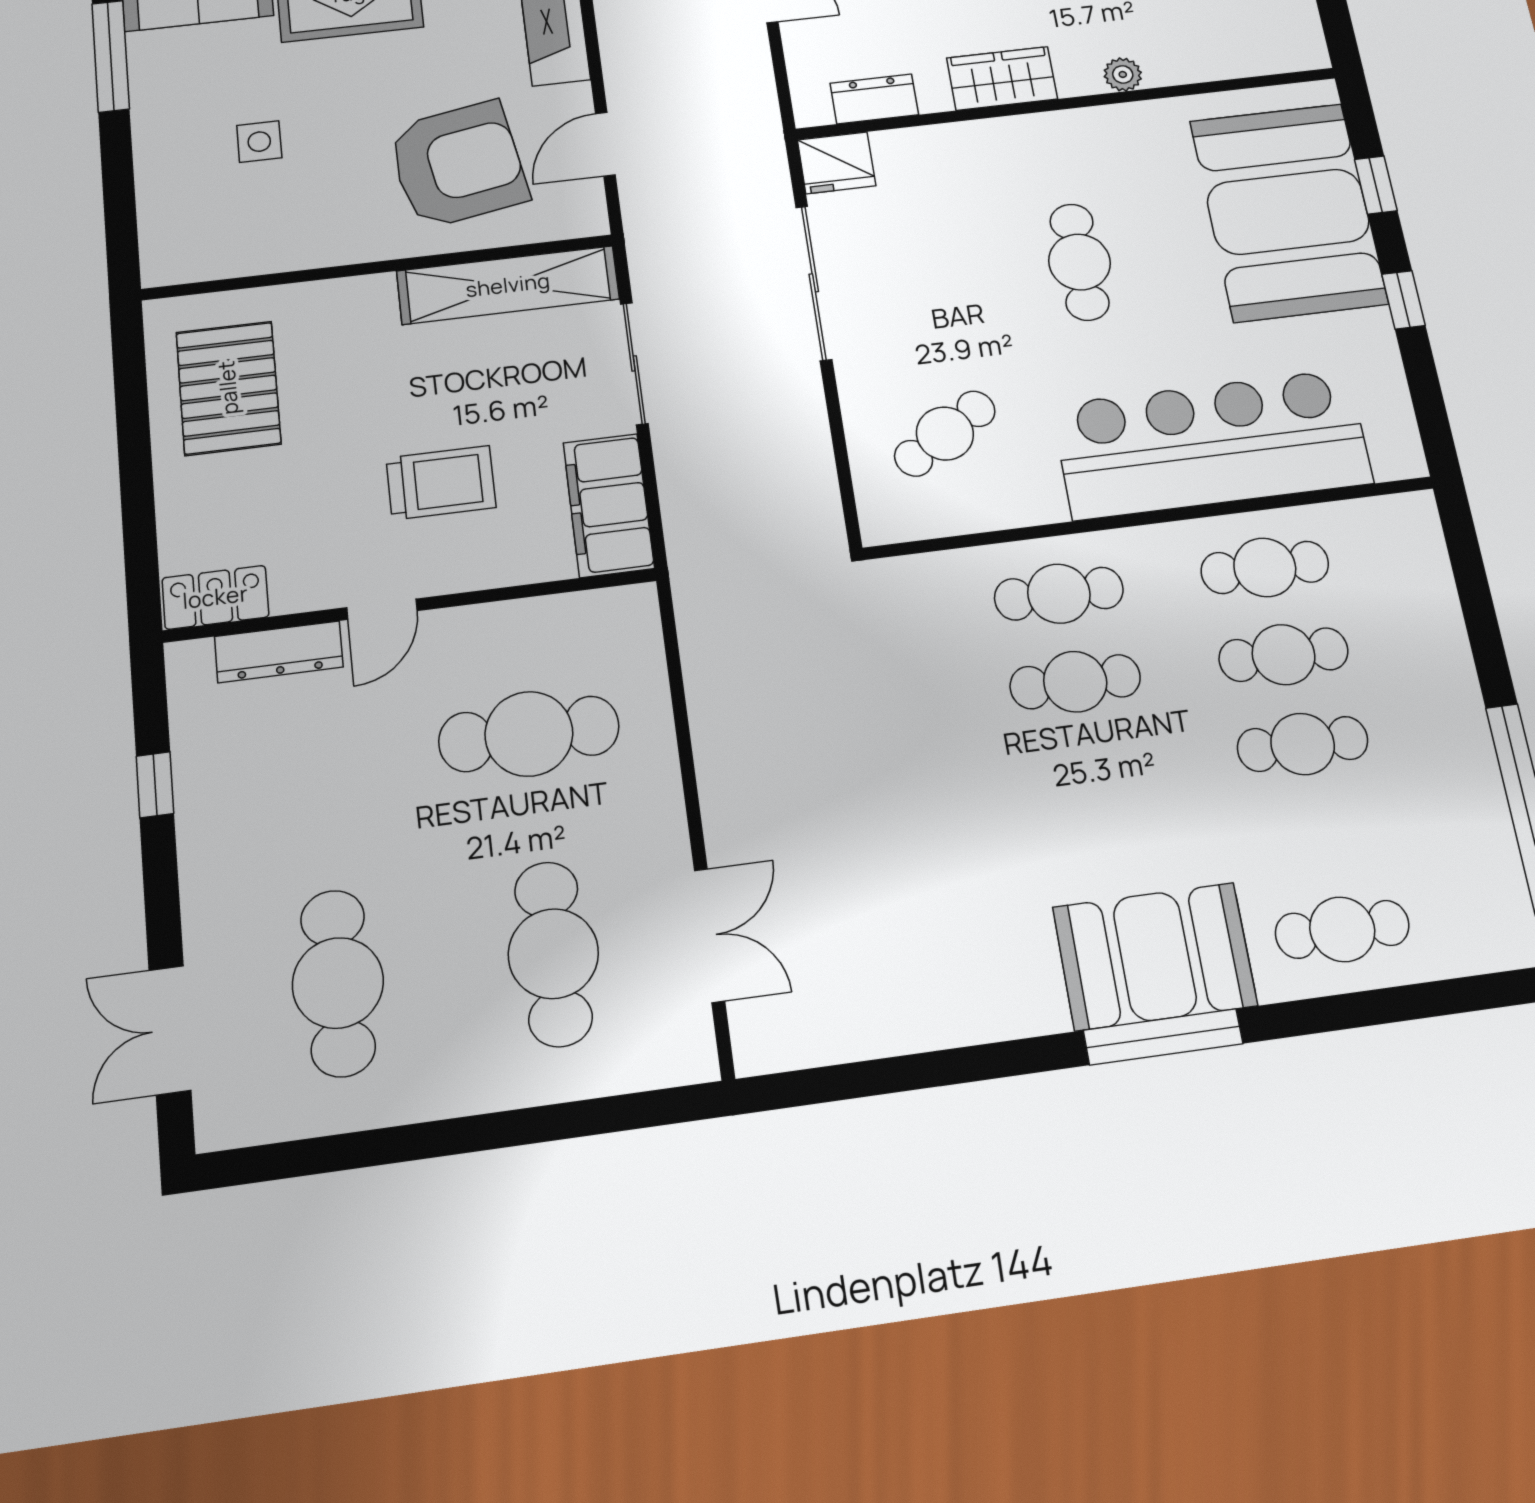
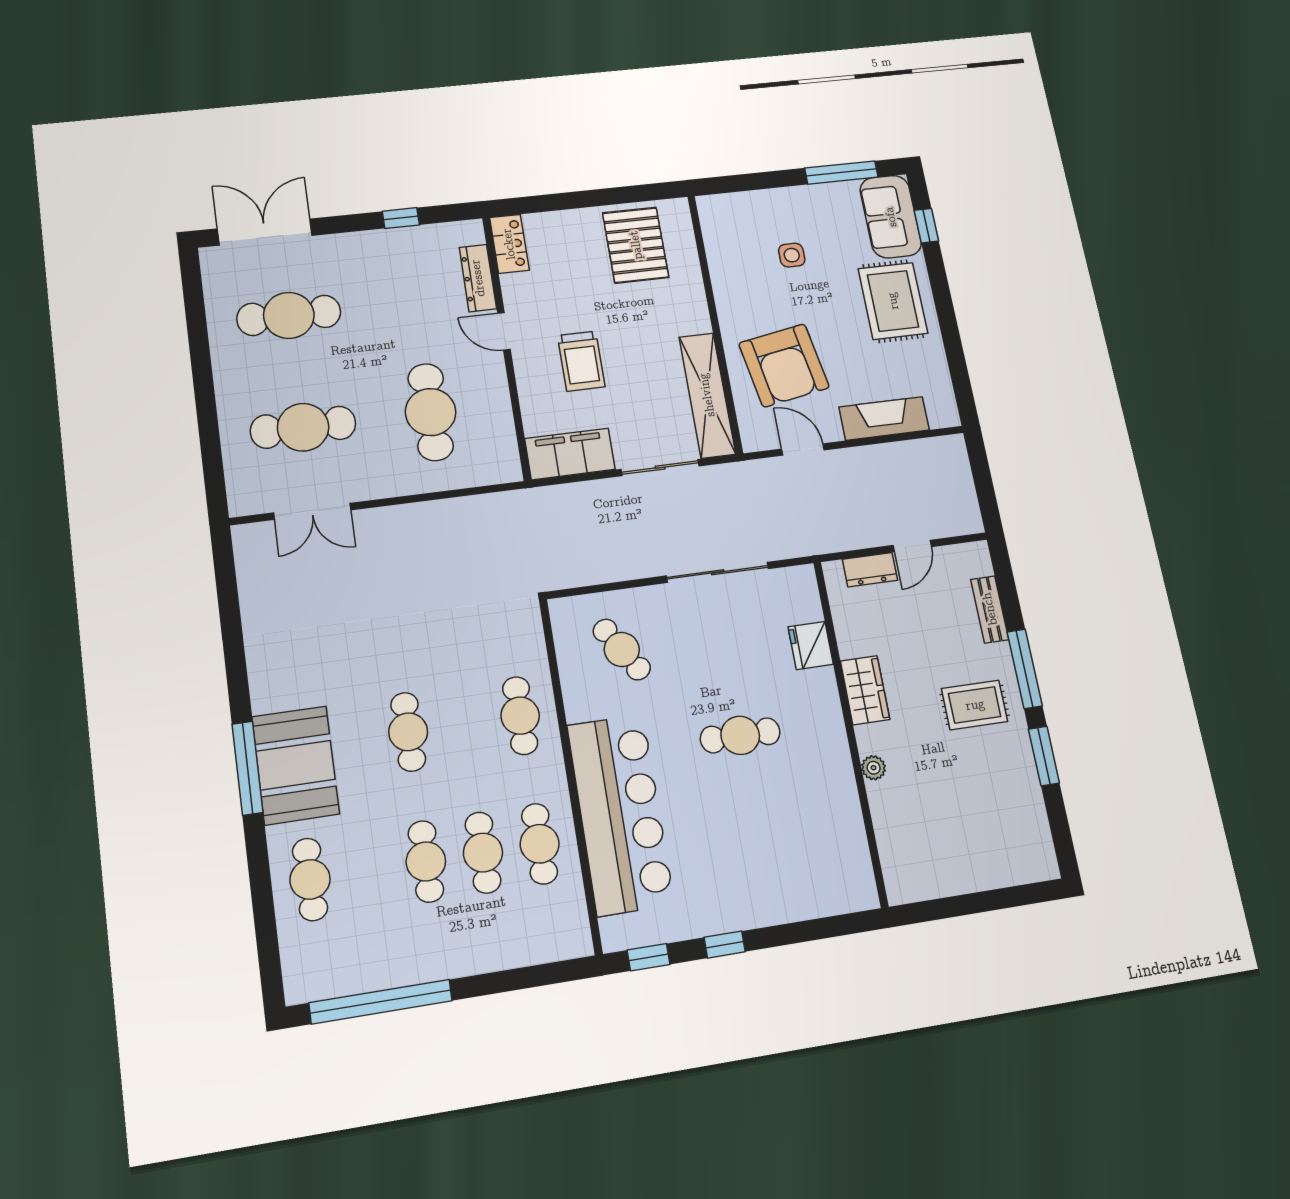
dresser: (874, 99) -> (870, 570), moved, turned 90
fridge: (836, 163) -> (811, 646), moved
window: (1376, 185) -> (648, 957), moved
booth: (1288, 212) -> (783, 872), removed
pallet: (228, 388) -> (636, 245), turned 90
cafe table: (1075, 682) -> (408, 732), moved
double door: (170, 1030) -> (265, 232), width x1.37

